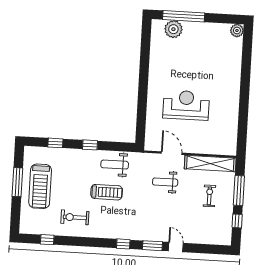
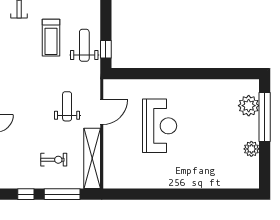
plant: (237, 31) -> (251, 149), moved
window: (90, 145) -> (106, 49), moved

